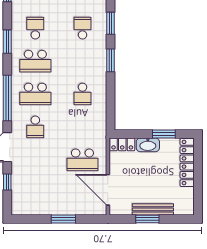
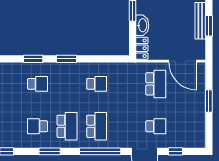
school desk: (82, 28) -> (38, 84), turned 180
school desk: (35, 127) -> (156, 126), moved
door: (108, 190) -> (183, 61), hinge flipped

